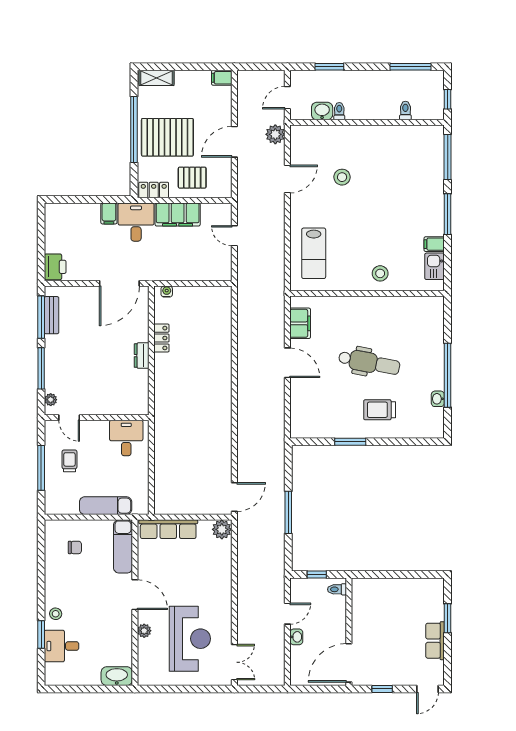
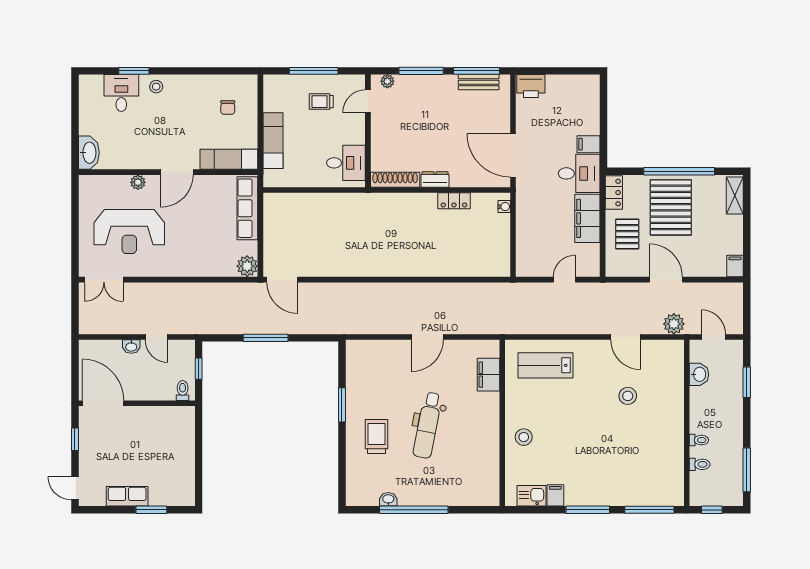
toilet: (339, 111) -> (699, 440), moved
filing cabinet: (300, 323) -> (489, 375), moved, turned 90
shoe rack: (142, 393) -> (395, 180), added
trolley: (69, 461) -> (321, 102), turned 180

